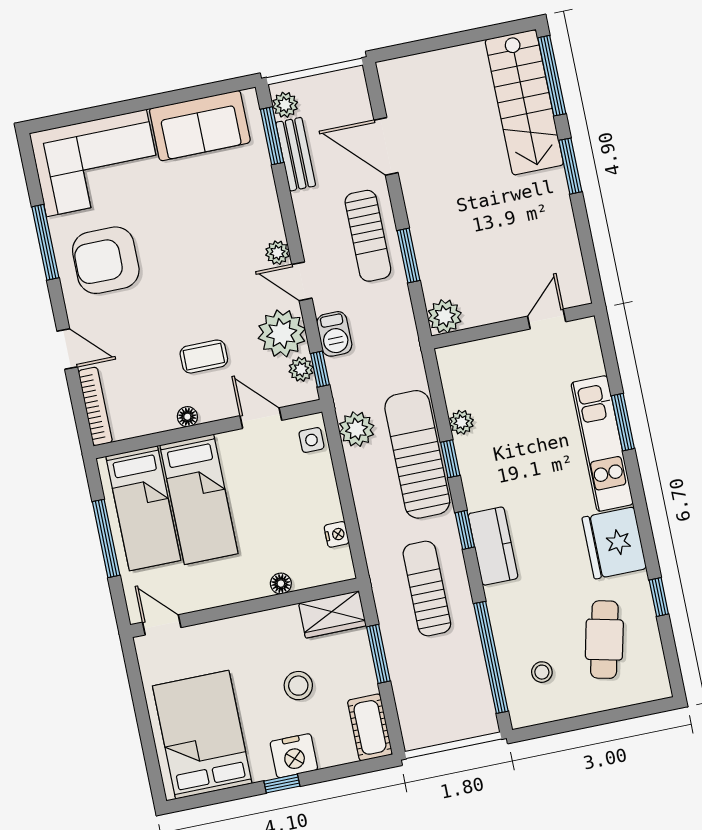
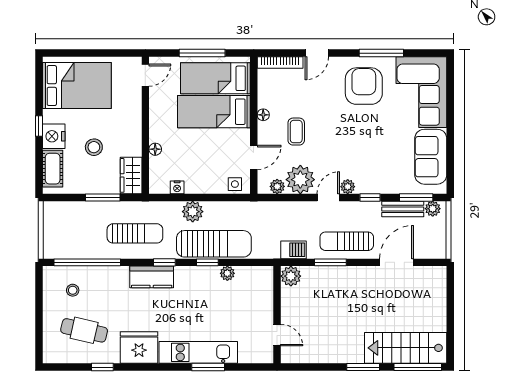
barbecue: (334, 334) -> (293, 250), moved, turned 180
window: (320, 369) -> (370, 197), moved
plant: (357, 429) -> (193, 212), moved
cot: (370, 727) -> (53, 169), moved, turned 90

